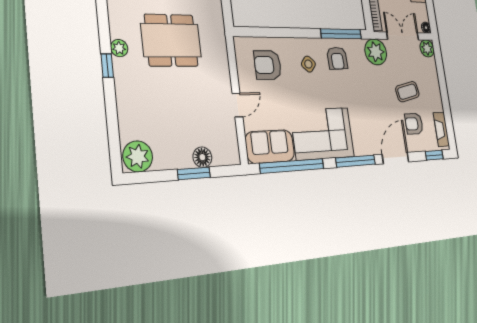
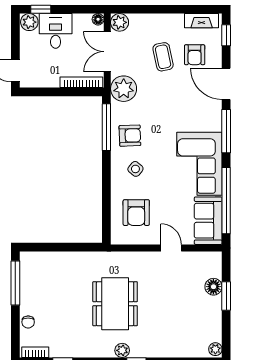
plant: (138, 156) -> (215, 349), width x0.53, depth x0.53

